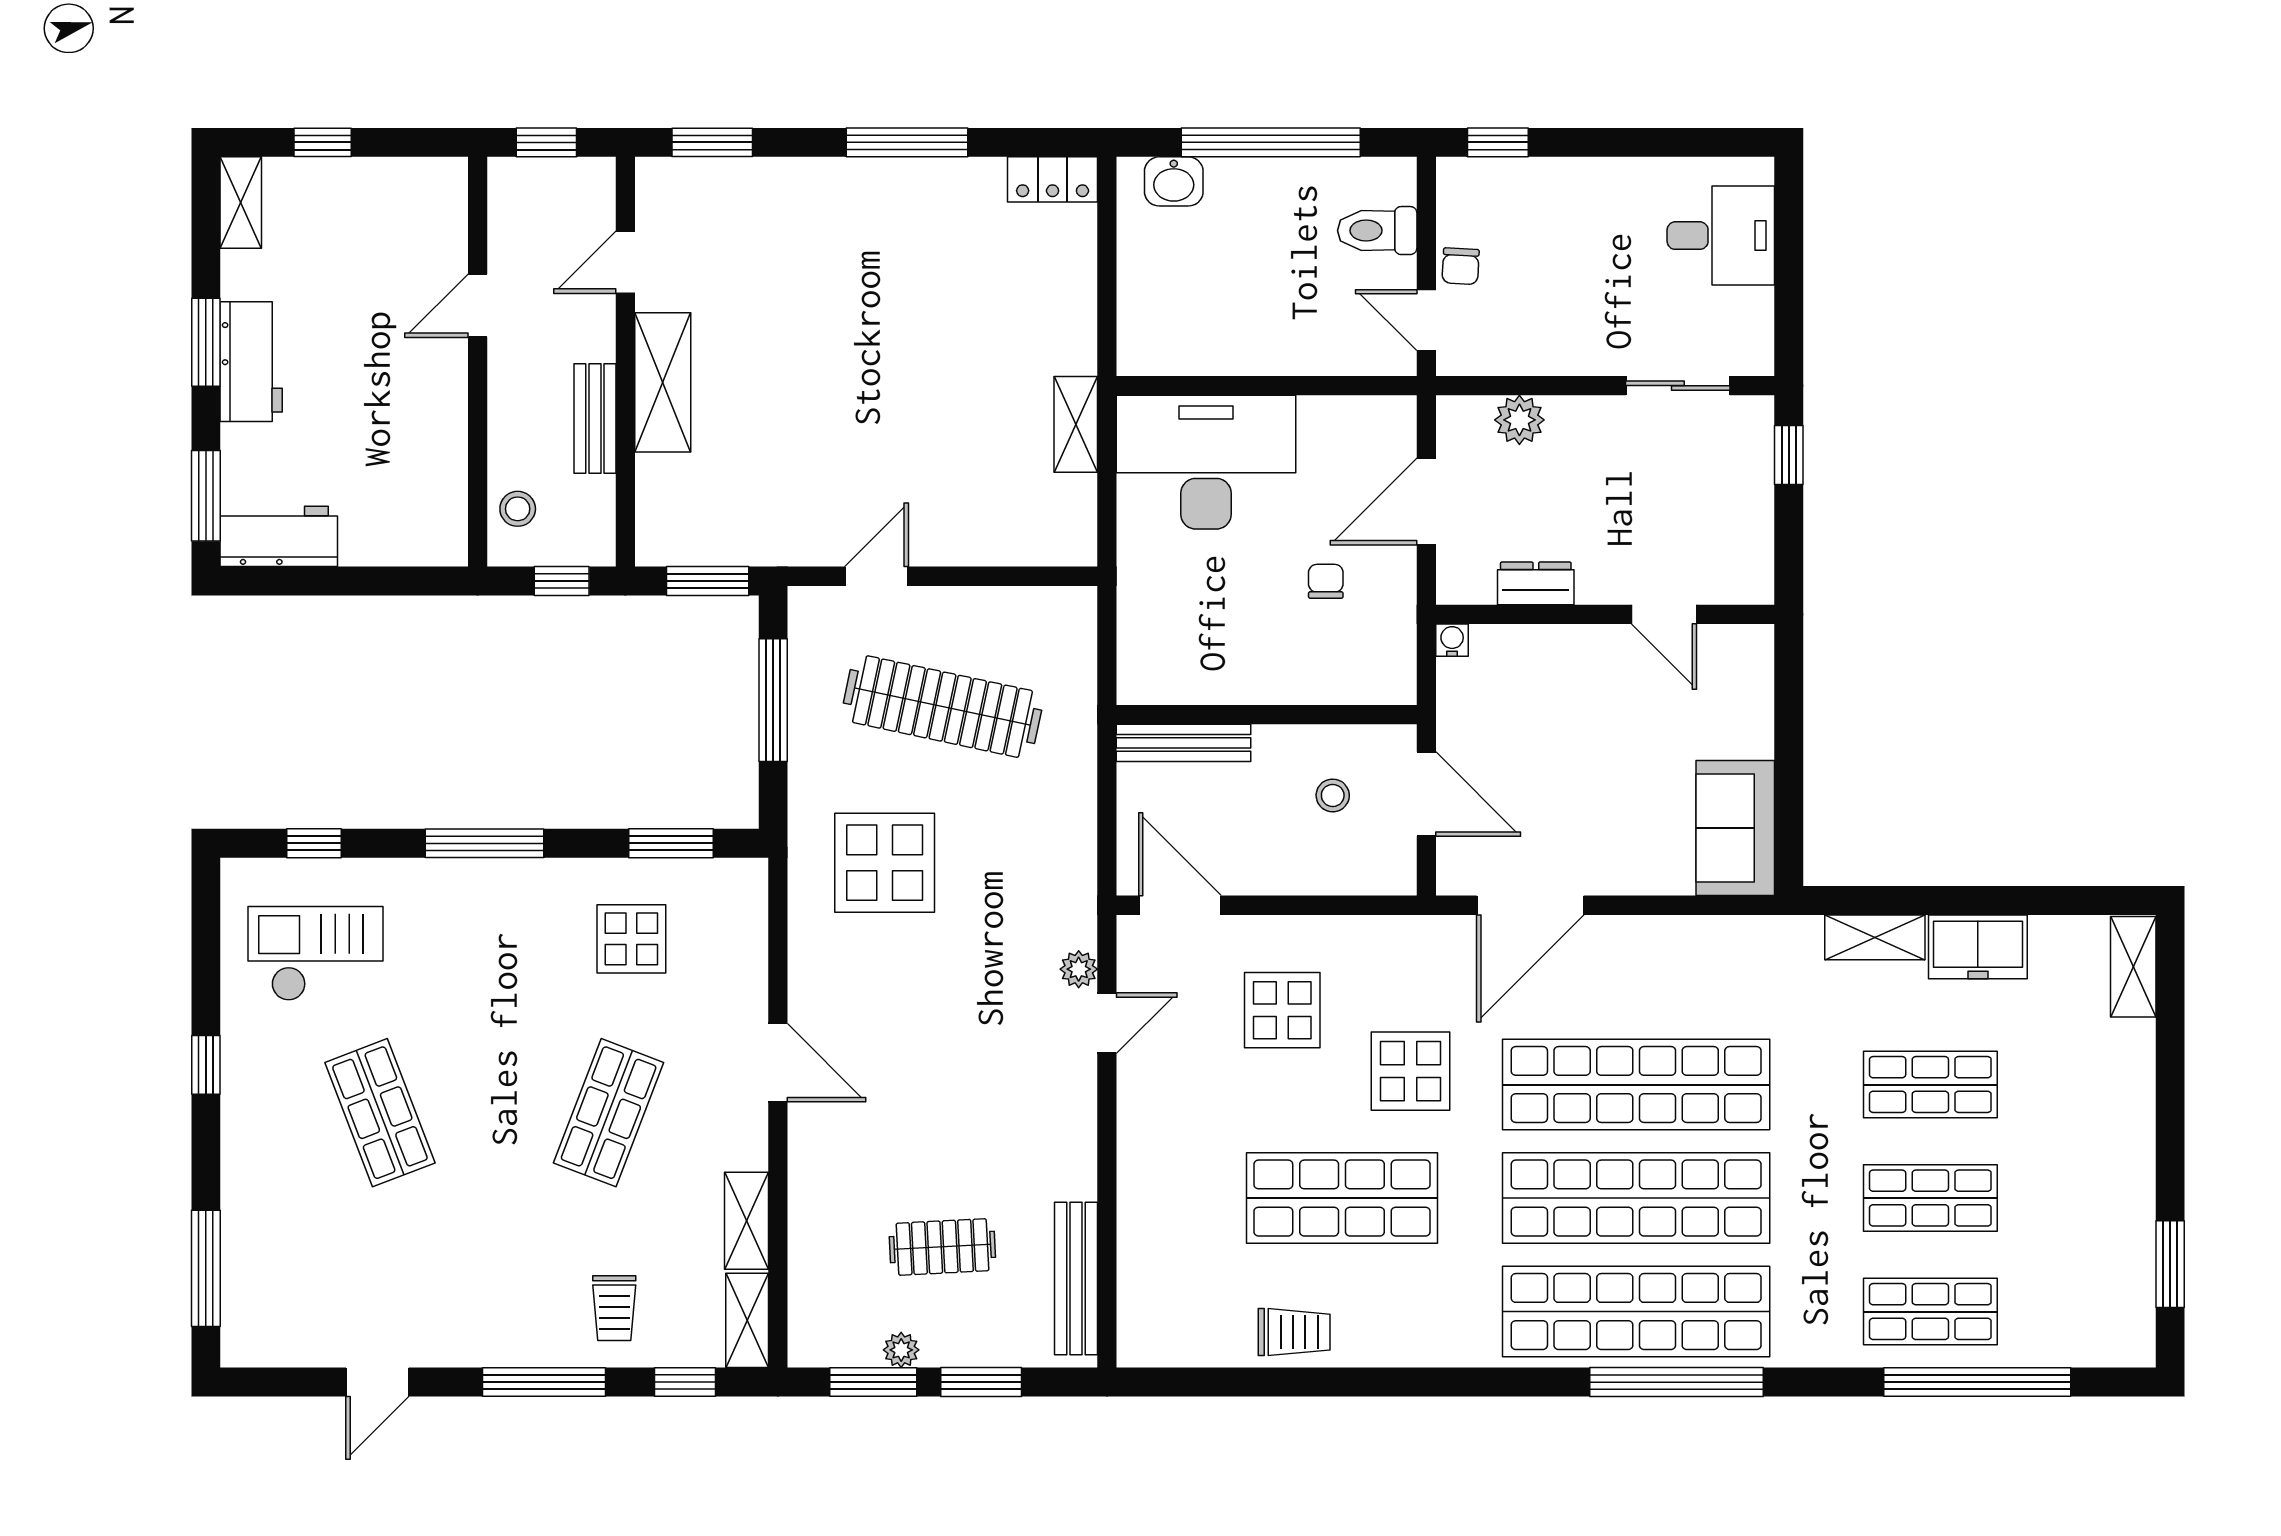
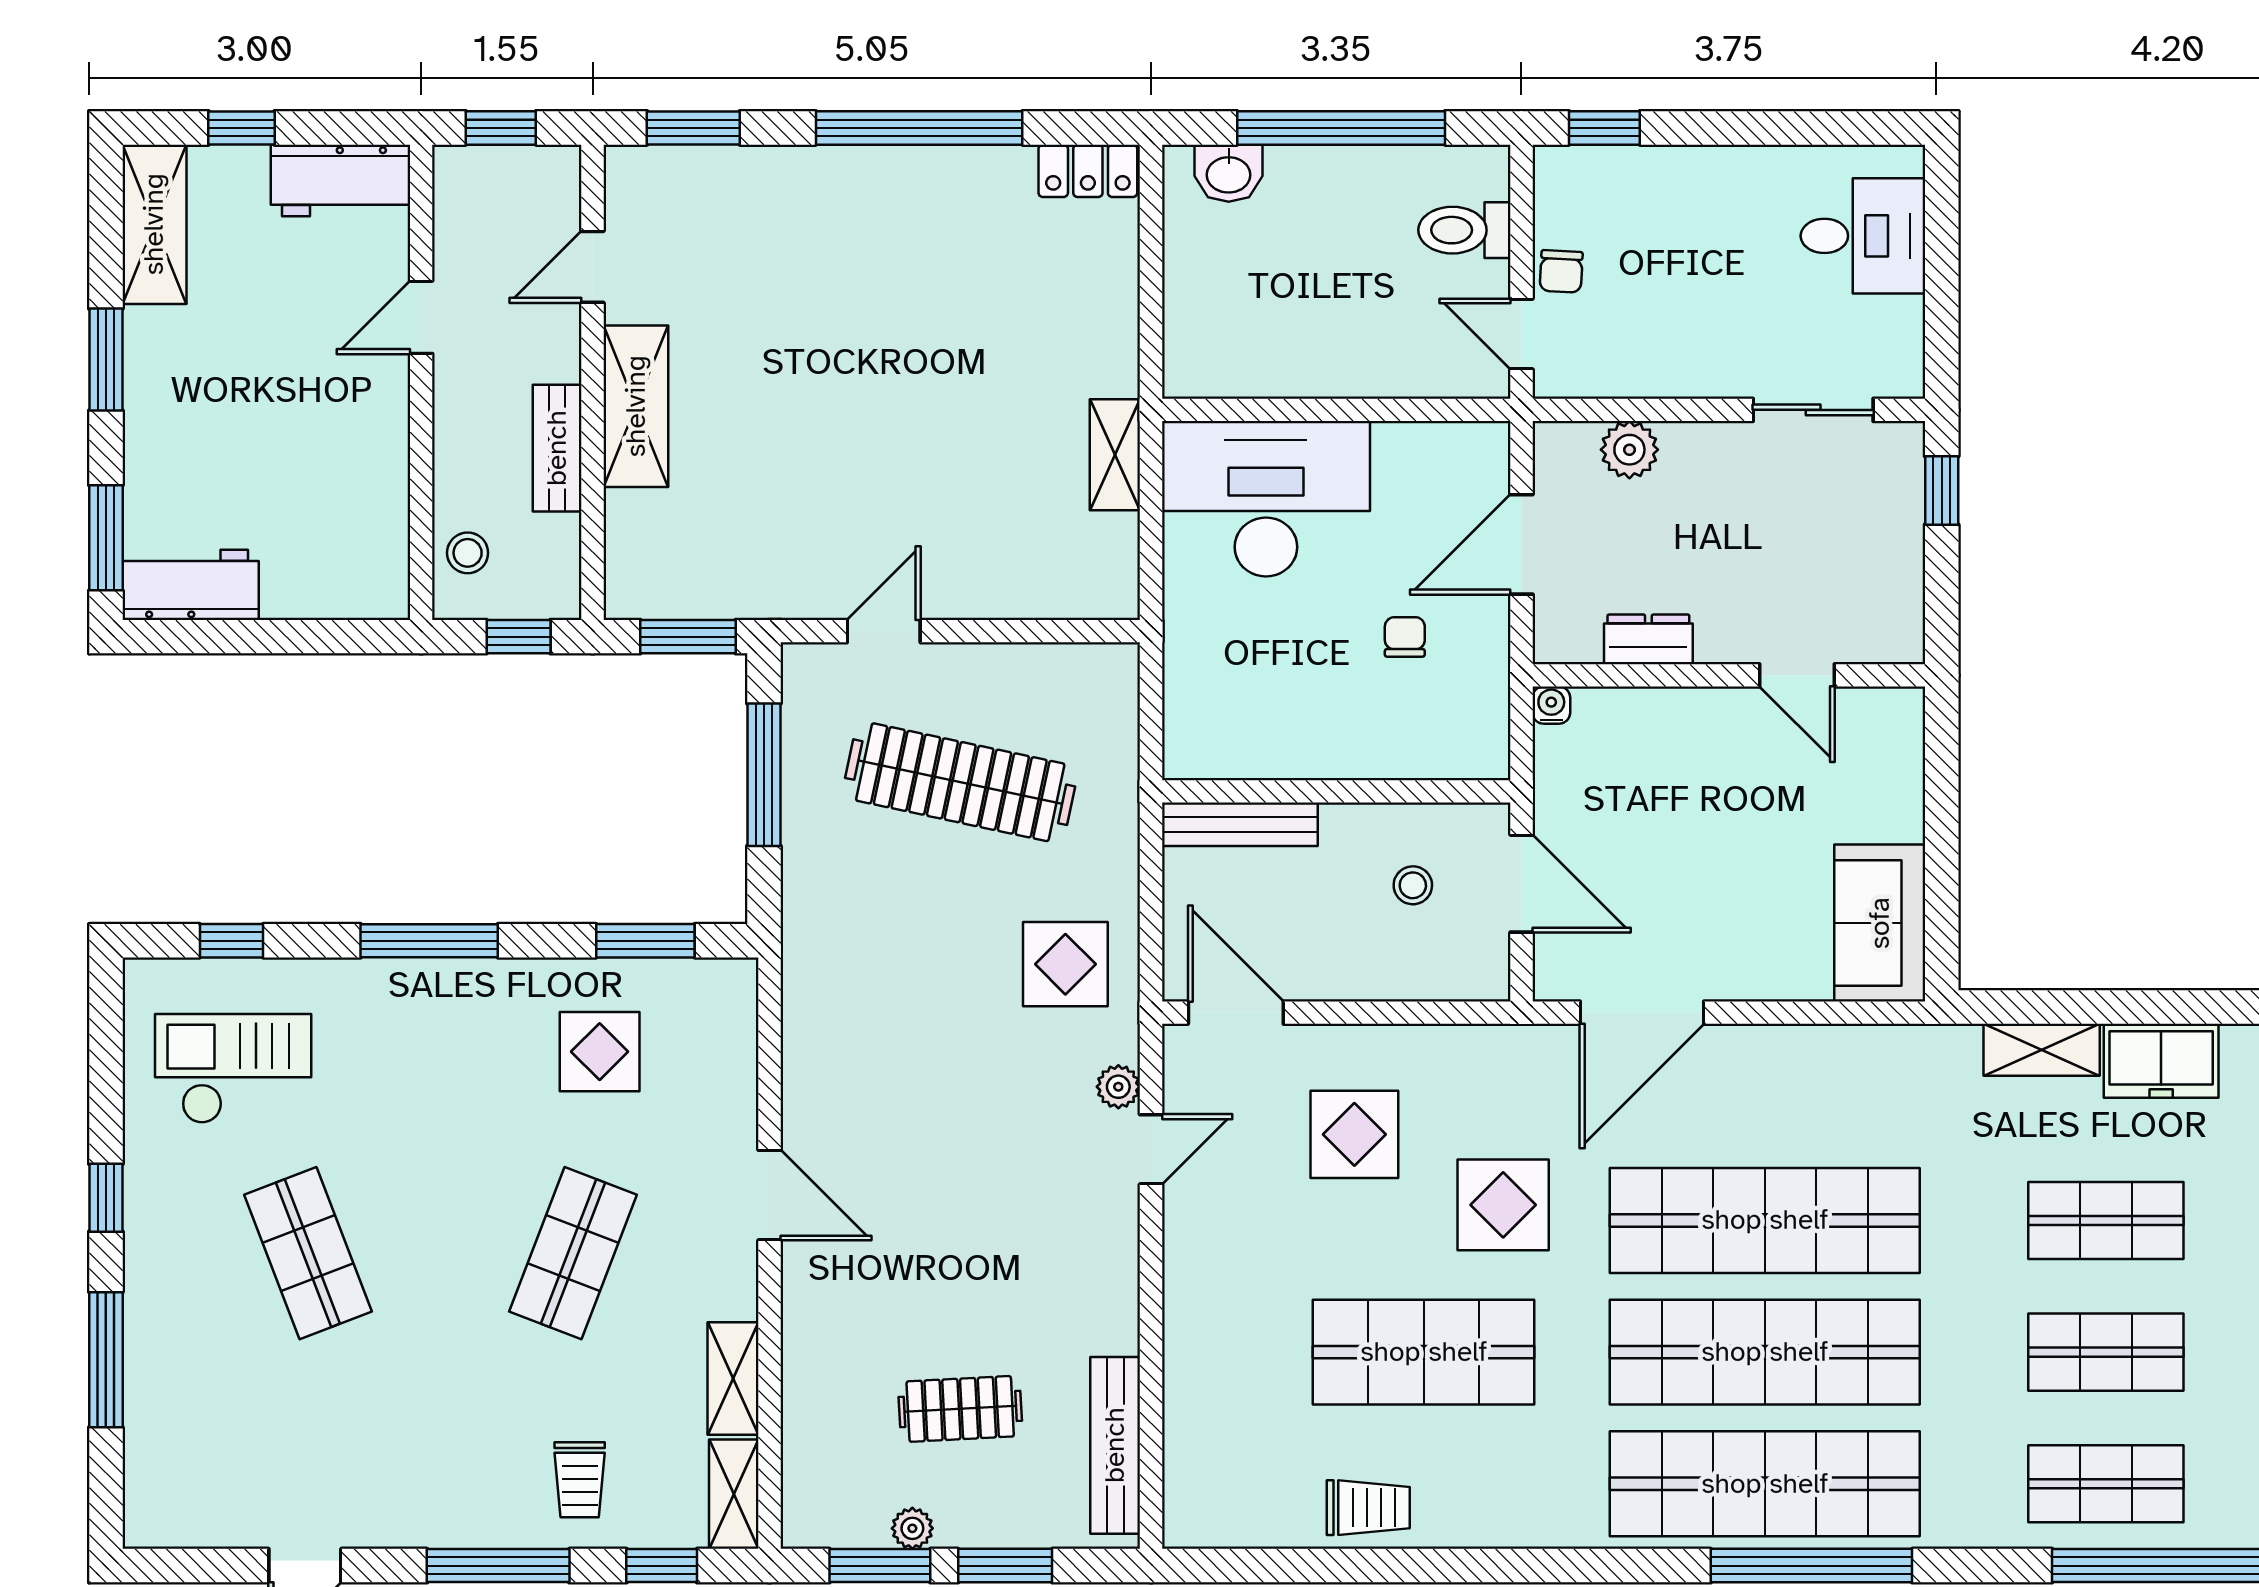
window: (907, 142) -> (919, 128), width x1.46
shelving: (241, 203) -> (154, 224), width x1.50, depth x1.33
workbench: (251, 362) -> (341, 180), moved, turned 90
display table: (885, 863) -> (1065, 964), moved, width x0.73, depth x0.73
window: (206, 1268) -> (106, 1360), moved

